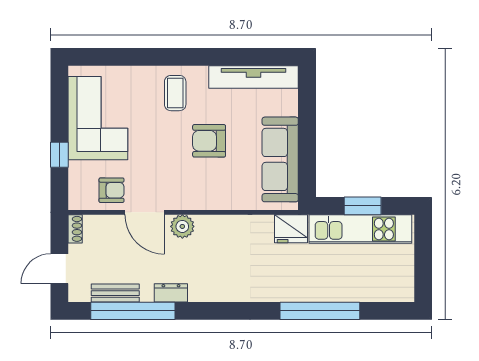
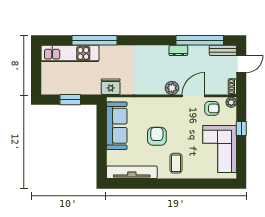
armchair: (209, 141) -> (157, 136), turned -90
armchair: (111, 190) -> (212, 108), turned 180
plant: (77, 201) -> (231, 102), added
door: (145, 212) -> (193, 96), hinge flipped
kitchen unit: (360, 229) -> (70, 53), moved, turned 180
bench: (115, 293) -> (223, 50), moved

